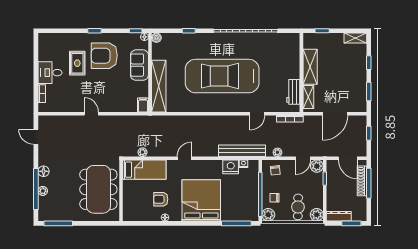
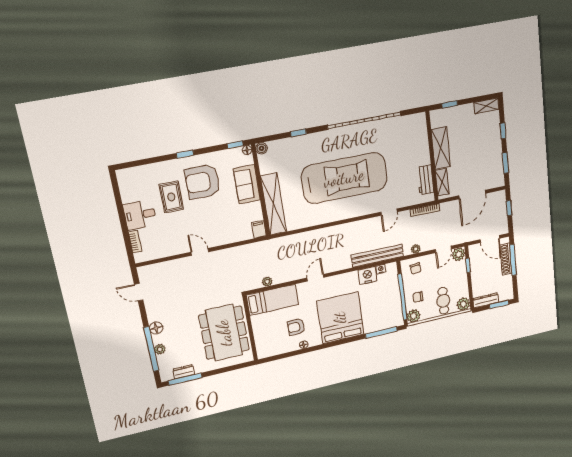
car: (222, 76) -> (344, 178), turned 180
dresser: (58, 216) -> (184, 372), added

